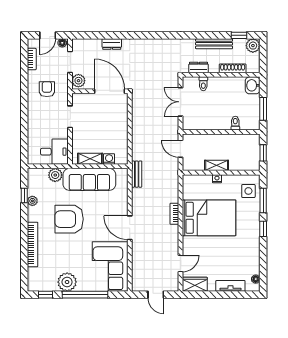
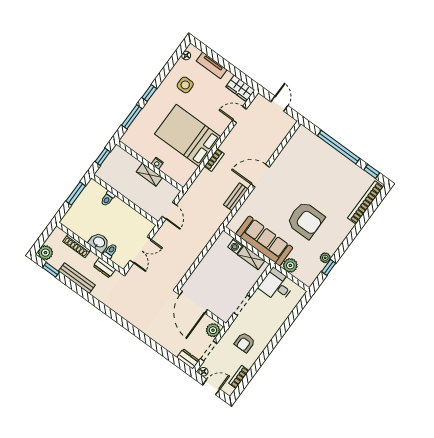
dresser: (112, 44) -> (188, 359), moved
washbasin: (253, 85) -> (99, 242), moved, turned -90
bench: (137, 174) -> (236, 197), moved
side table: (248, 191) -> (185, 85), moved
door: (130, 228) -> (260, 176), swing flipped
bookcase: (33, 244) -> (366, 202), moved
corner sofa: (110, 267) -> (300, 155), removed
plant: (67, 282) -> (346, 169), removed

